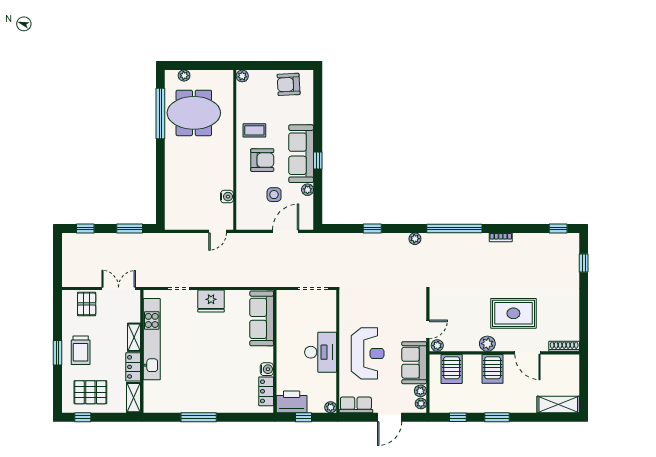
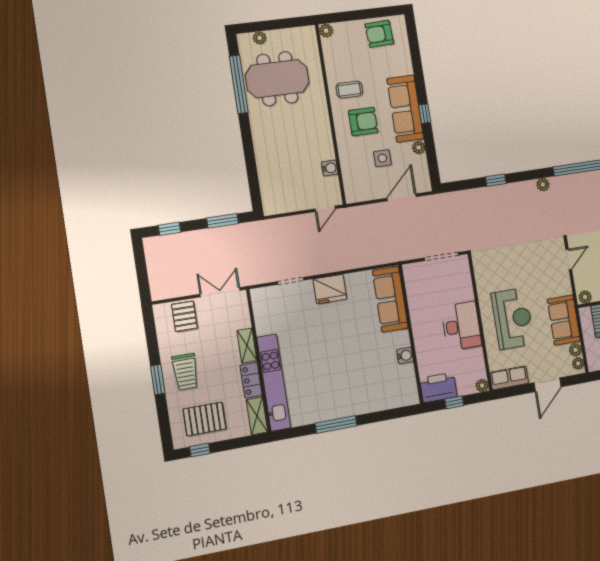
door: (428, 329) -> (569, 259), moved
kitchen unit: (152, 339) -> (274, 383), moved
locker: (266, 391) -> (408, 381), removed

